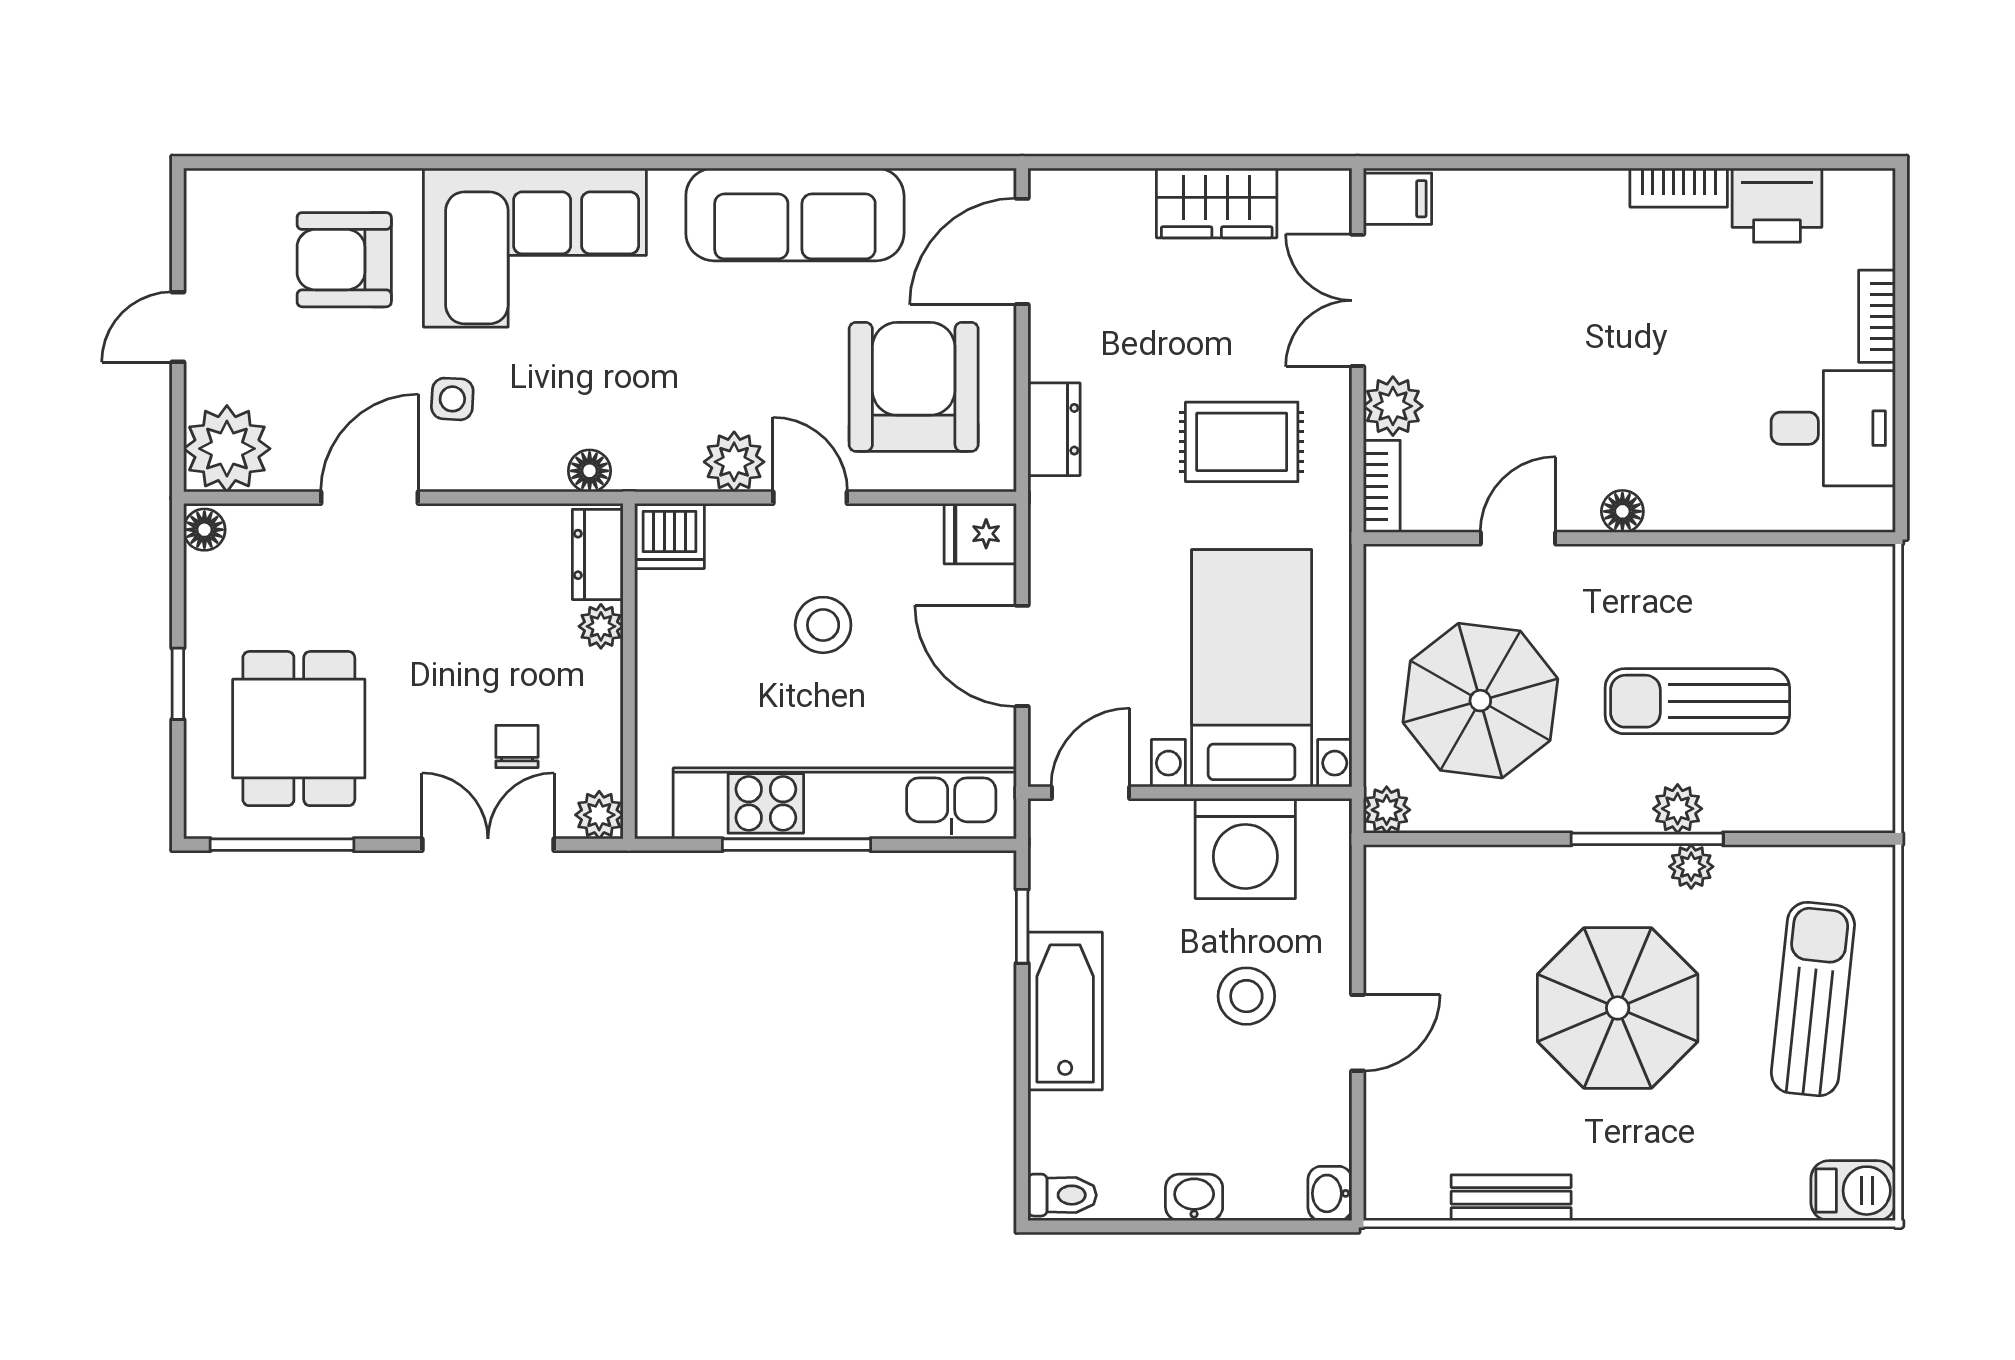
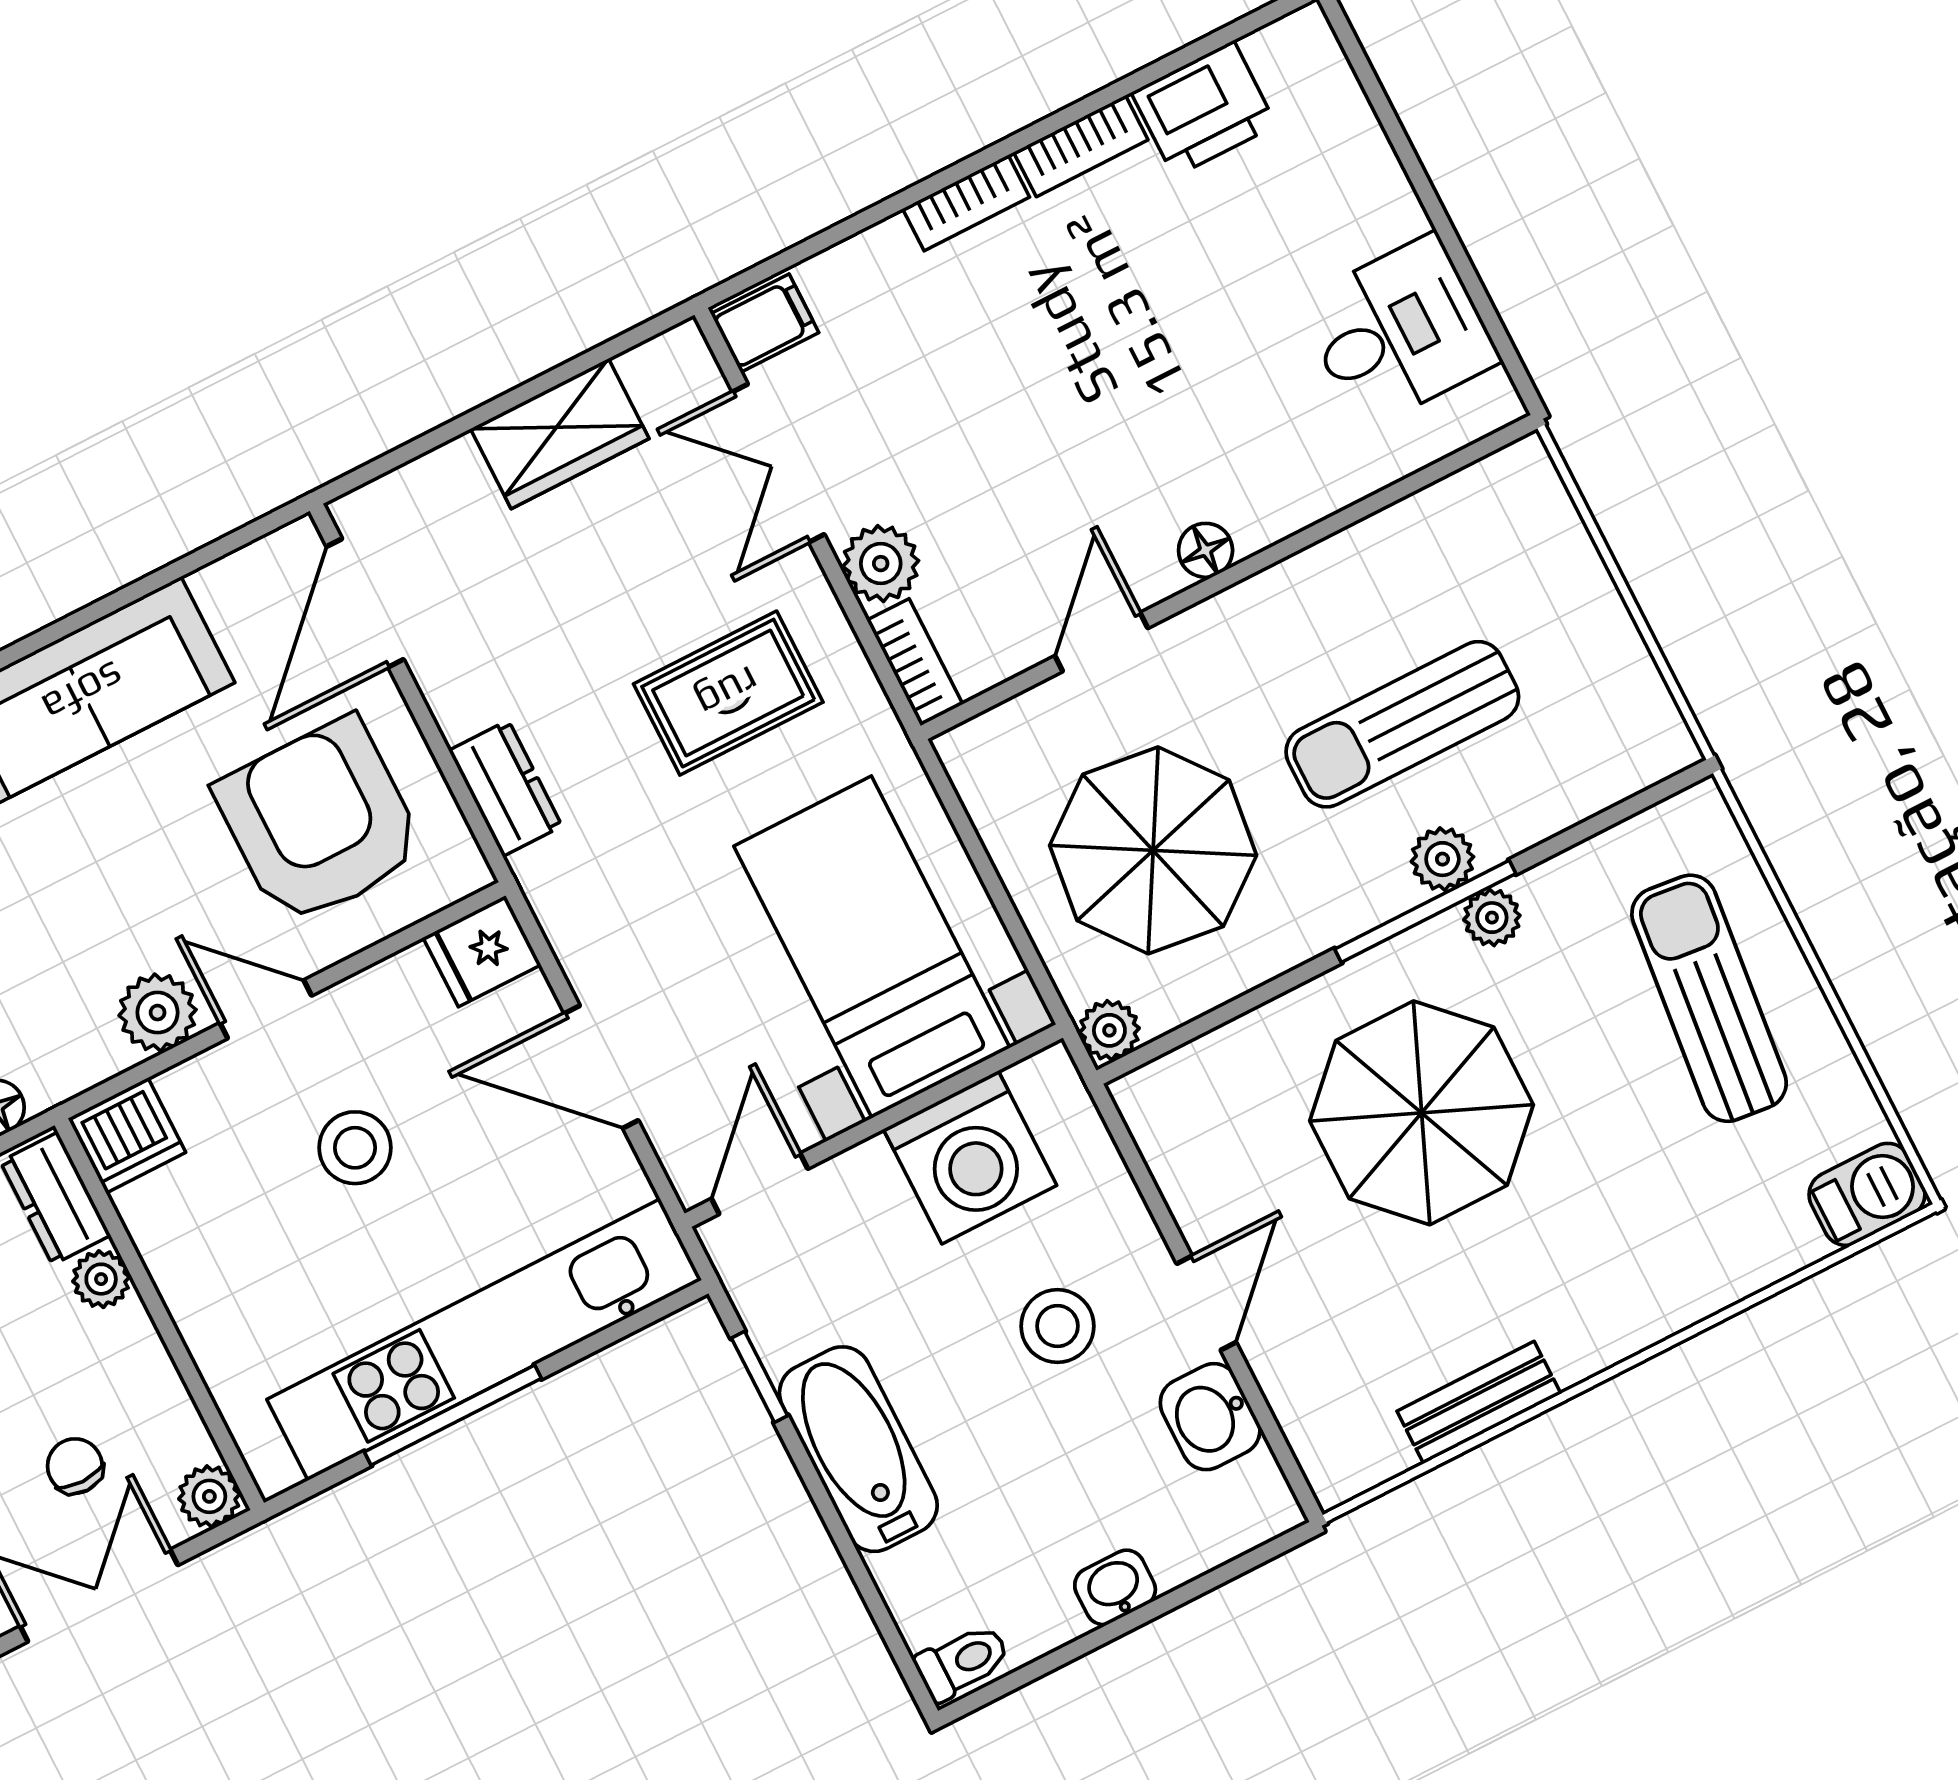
bookcase: (1877, 316) -> (966, 203), moved, turned -90
parasol: (1618, 1008) -> (1422, 1113), moved
washbasin: (1330, 1193) -> (1210, 1417), moved, width x1.38, depth x1.45

